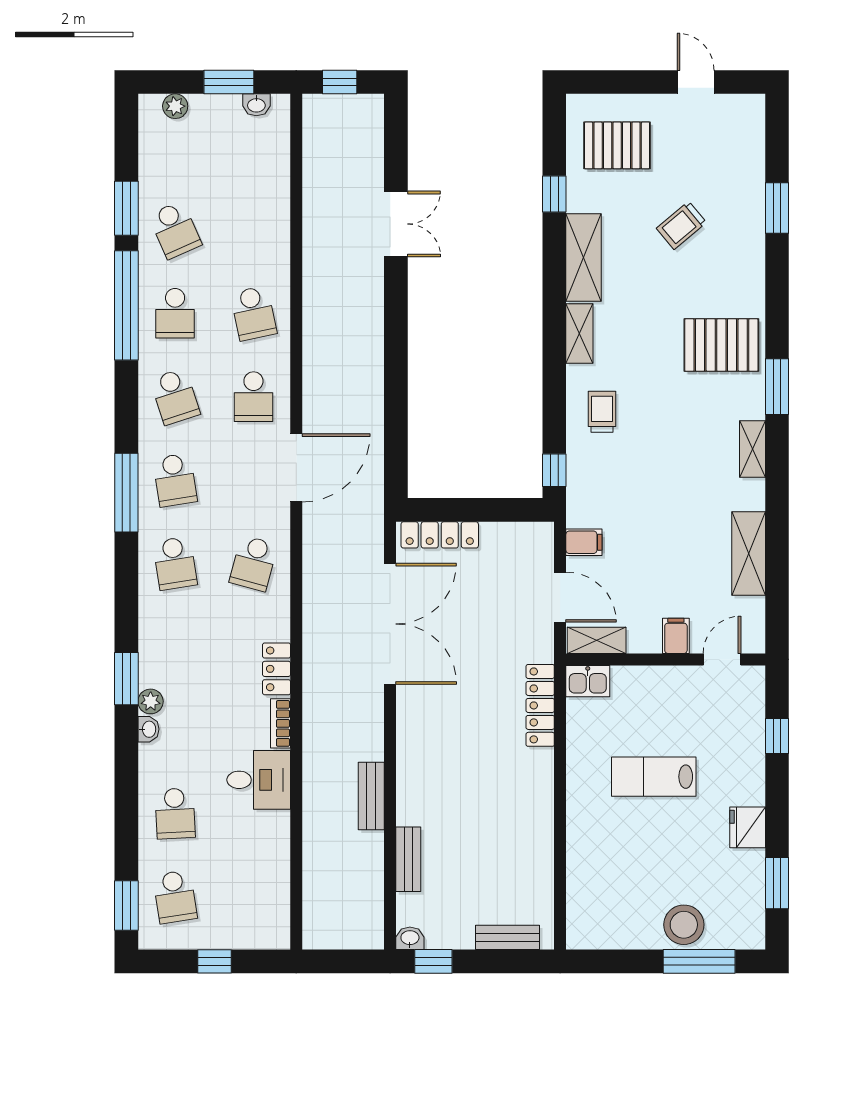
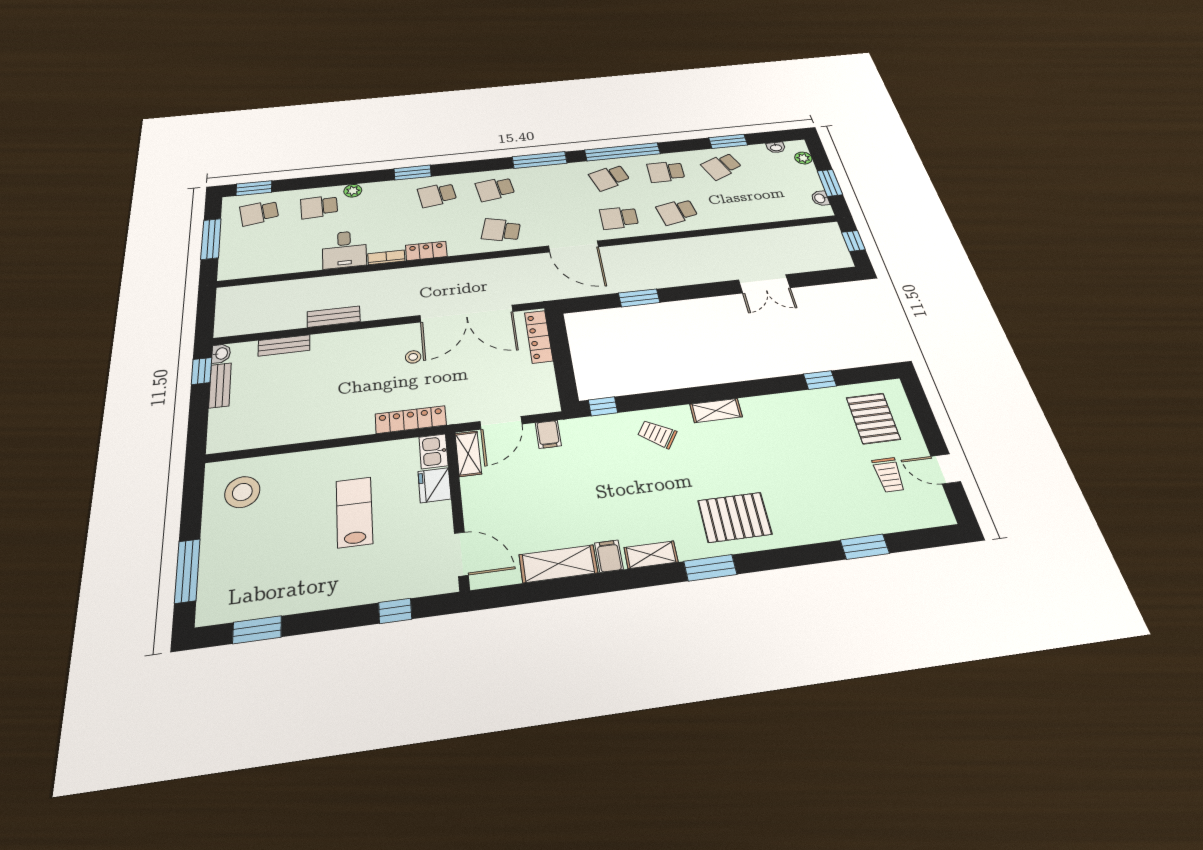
door: (696, 82) -> (946, 469), swing flipped
trolley: (681, 225) -> (889, 475), moved, turned -140
shelving: (584, 257) -> (777, 406), removed
window: (126, 305) -> (622, 152), moved
pallet: (721, 345) -> (735, 517), turned 90
window: (396, 395) -> (639, 298), added
trolley: (602, 412) -> (657, 434), turned -147
school desk: (175, 480) -> (437, 195), moved
filing cabinet: (676, 636) -> (609, 556), moved, turned -90
door: (722, 659) -> (461, 554), width x1.38
stool: (449, 697) -> (413, 357), added
plant: (151, 701) -> (353, 191), moved
washbasin: (148, 729) -> (776, 147), moved
fridge: (748, 827) -> (435, 485), moved, turned -90
stool: (684, 925) -> (242, 492), moved
bench: (507, 937) -> (220, 385), moved
window: (214, 961) -> (211, 239), width x2.17

